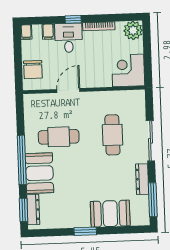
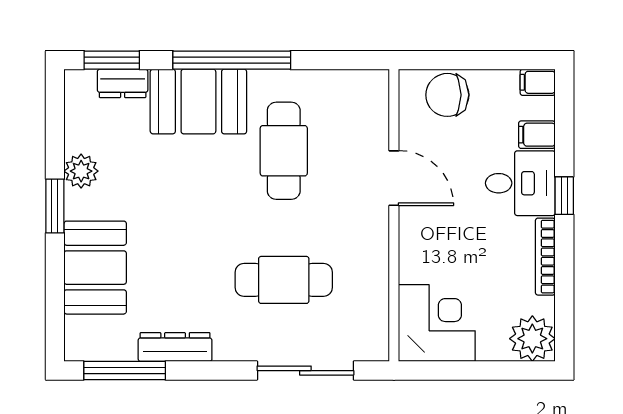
sliding door: (150, 141) -> (305, 371), moved
dresser: (33, 210) -> (123, 83), width x0.70
plant: (70, 221) -> (81, 171), added

